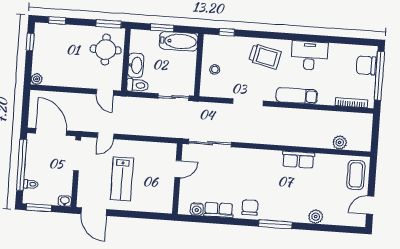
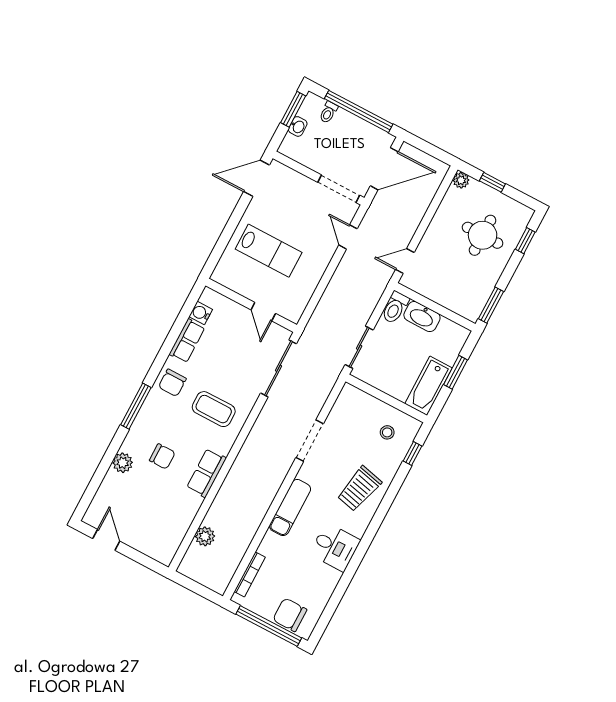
window: (30, 42) -> (492, 182), moved
round table: (106, 50) -> (483, 235), moved
desk: (309, 56) -> (335, 547), width x0.73
chair: (366, 65) -> (290, 615), turned -90
stool: (215, 69) -> (387, 432), moved
coffee table: (356, 175) -> (214, 409), moved
lab bench: (122, 179) -> (269, 251), moved, turned 180
chair: (300, 193) -> (162, 456), added
washbasin: (65, 201) -> (298, 126), moved
chair: (250, 207) -> (172, 383), turned 90

